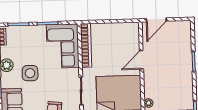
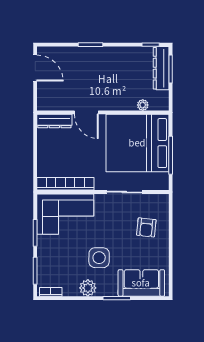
door: (156, 20) -> (35, 68), moved
dresser: (134, 35) -> (54, 121), added

